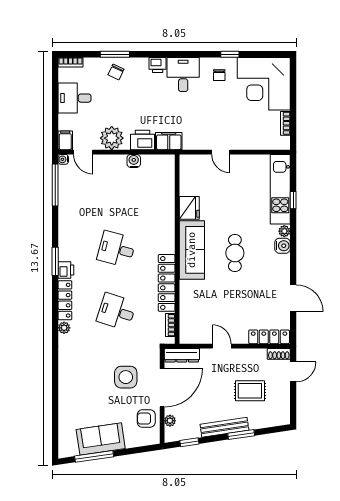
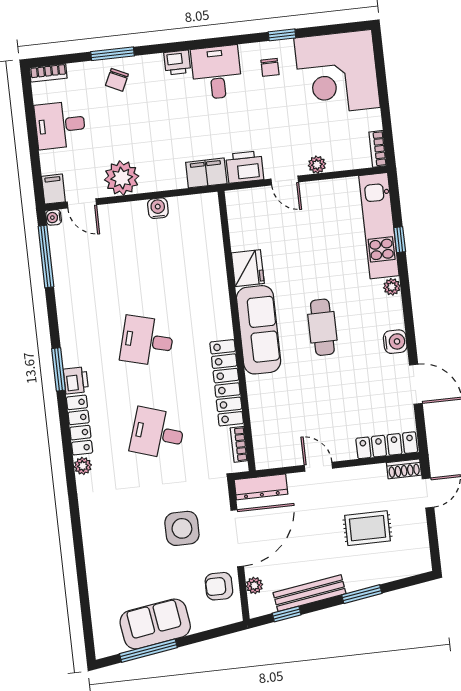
bookcase: (285, 123) -> (378, 149), moved
printer: (143, 140) -> (245, 167), moved
plant: (243, 144) -> (317, 165), added
water cooler: (283, 246) -> (395, 342), moved
bench: (224, 427) -> (310, 593), moved

